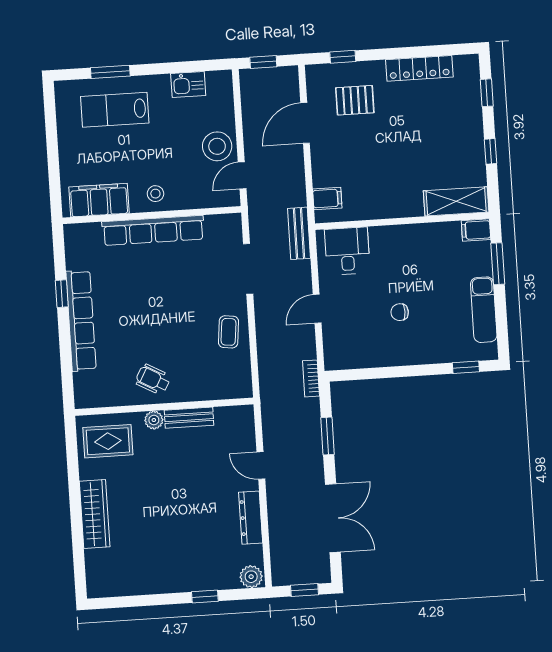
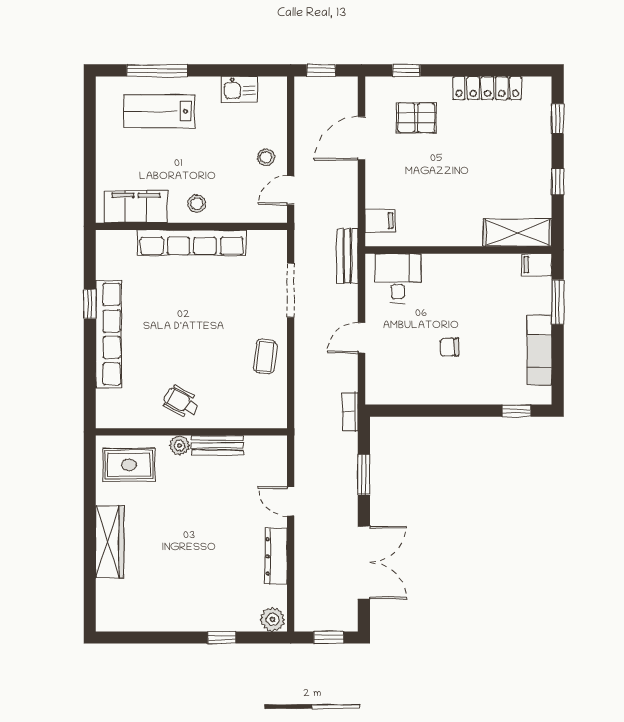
window: (110, 72) -> (157, 70), width x1.44
stool: (217, 146) -> (266, 157), width x0.53, depth x0.53

